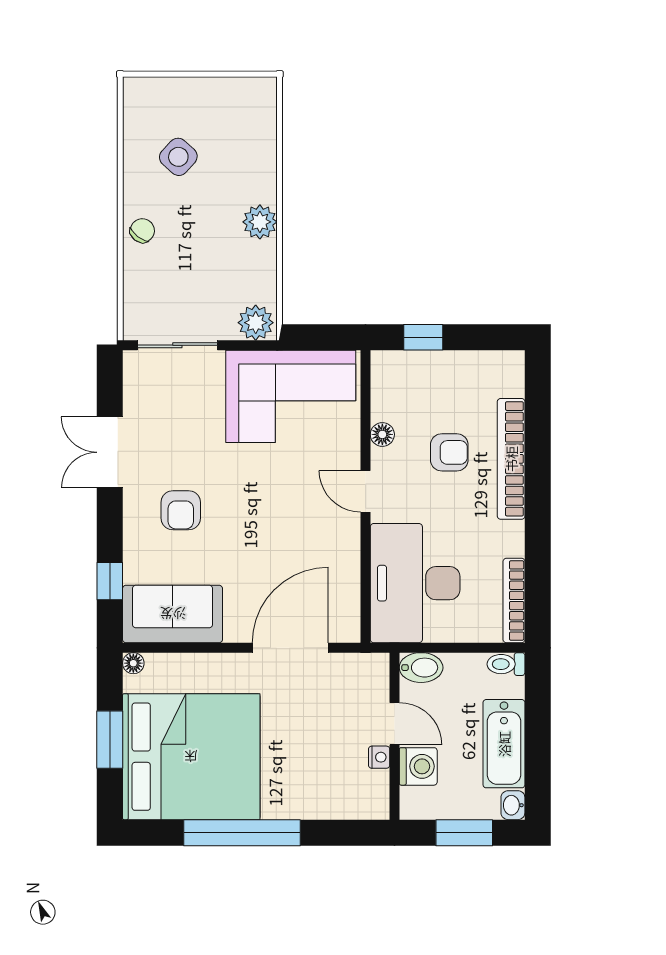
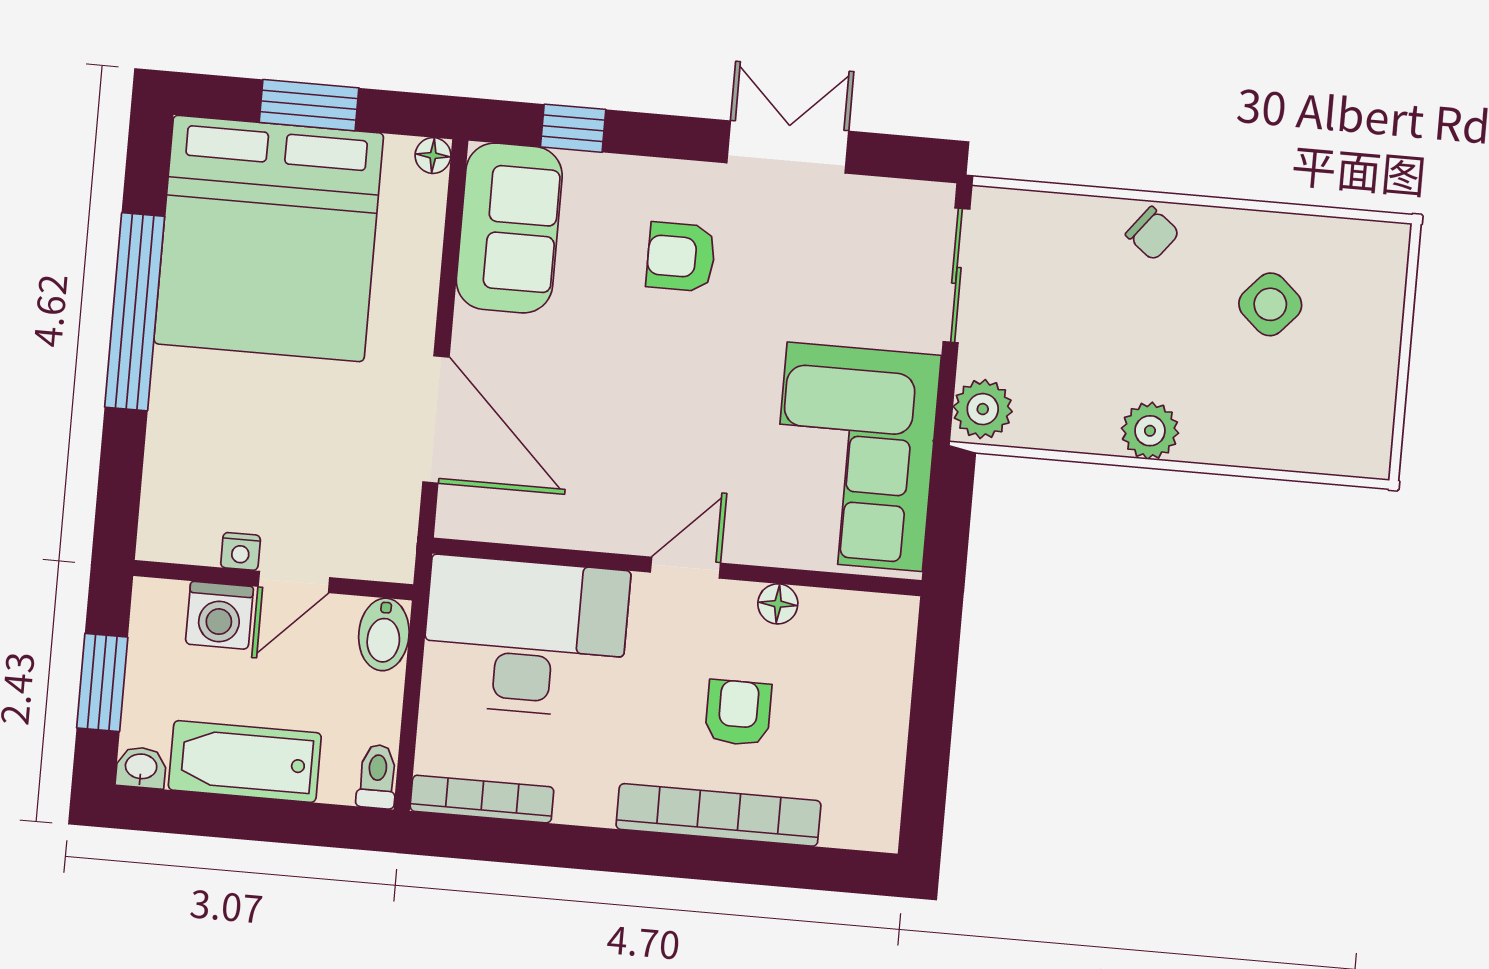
window: (423, 337) -> (934, 686), removed
armchair: (449, 452) -> (738, 713), turned 180

